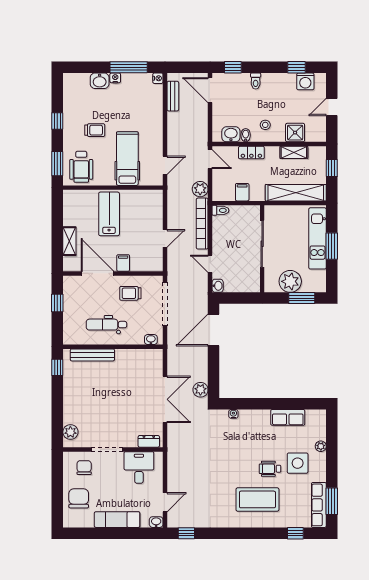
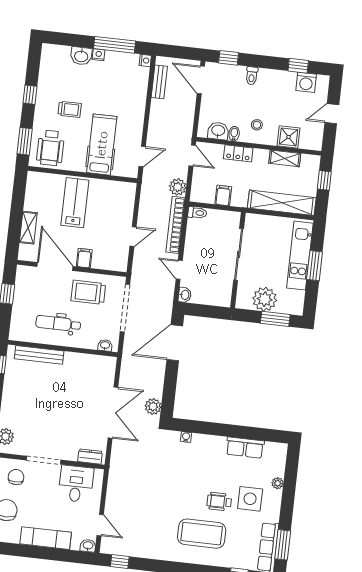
trolley: (130, 293) -> (88, 292), width x1.36, depth x1.39
door: (165, 502) -> (100, 525), hinge flipped

